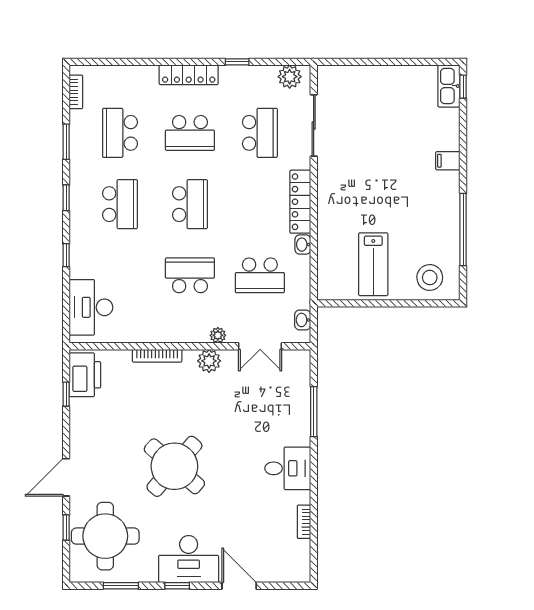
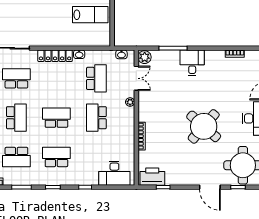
plant: (209, 361) -> (145, 57), moved
desk: (288, 468) -> (192, 63), moved

